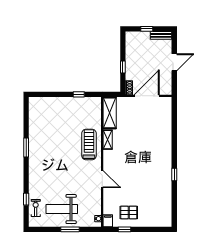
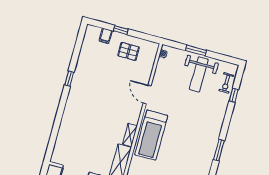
treadmill: (89, 144) -> (151, 135), width x1.37, depth x1.38
weight bench: (62, 209) -> (199, 74), turned 90
filing cabinet: (108, 221) -> (106, 36), moved
window: (125, 229) -> (121, 30), moved

